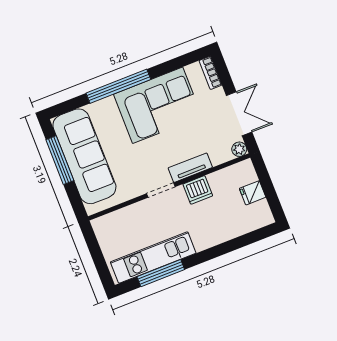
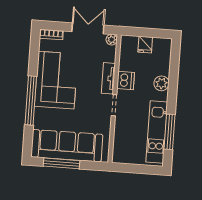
plant: (215, 235) -> (161, 83), added

